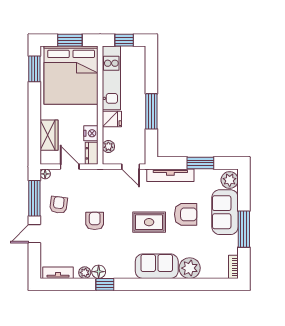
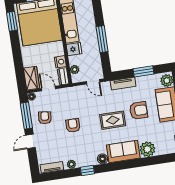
wardrobe: (49, 135) -> (32, 78), moved
tv unit: (170, 175) -> (123, 84), width x0.71
floor lamp: (99, 272) -> (103, 159), moved

